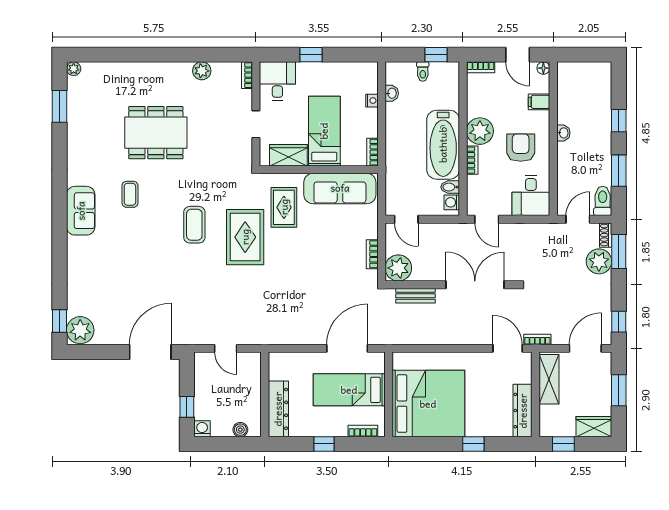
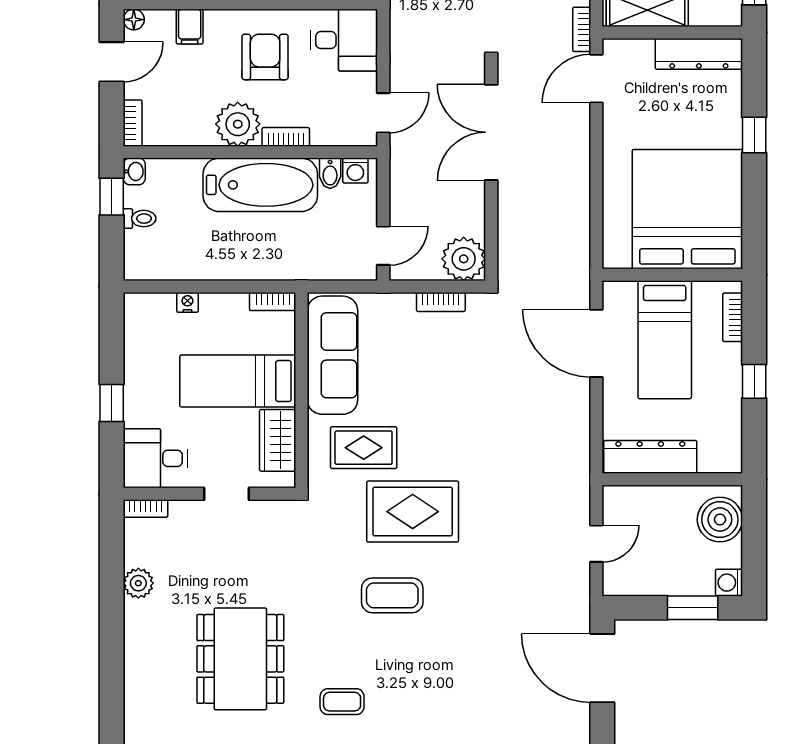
washbasin: (392, 93) -> (134, 171), moved, turned 90
armchair: (521, 148) -> (265, 57), turned 90
bench: (416, 296) -> (509, 230), removed
window: (187, 407) -> (693, 608), width x1.50
dresser: (278, 409) -> (650, 457), moved
boiler: (240, 430) -> (720, 520), width x1.86, depth x1.86

